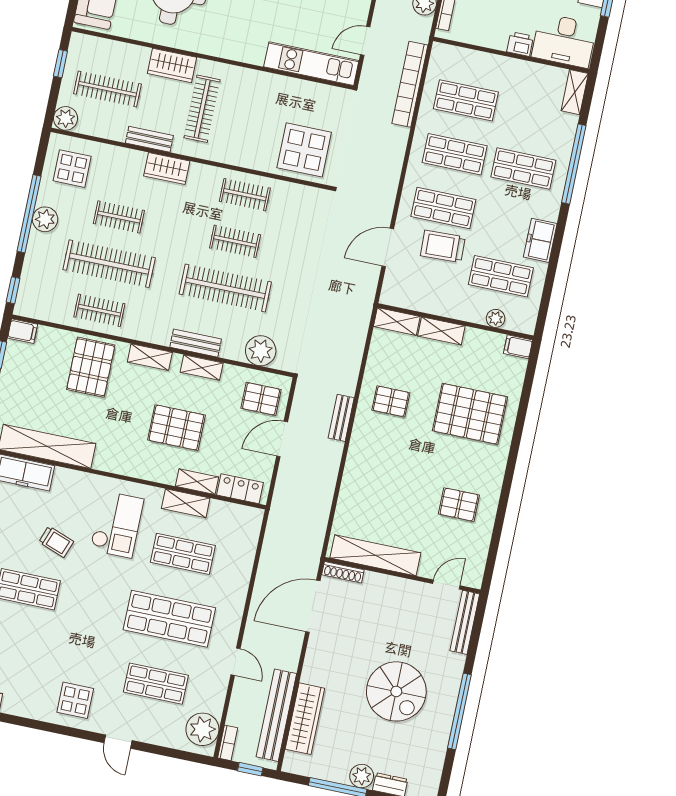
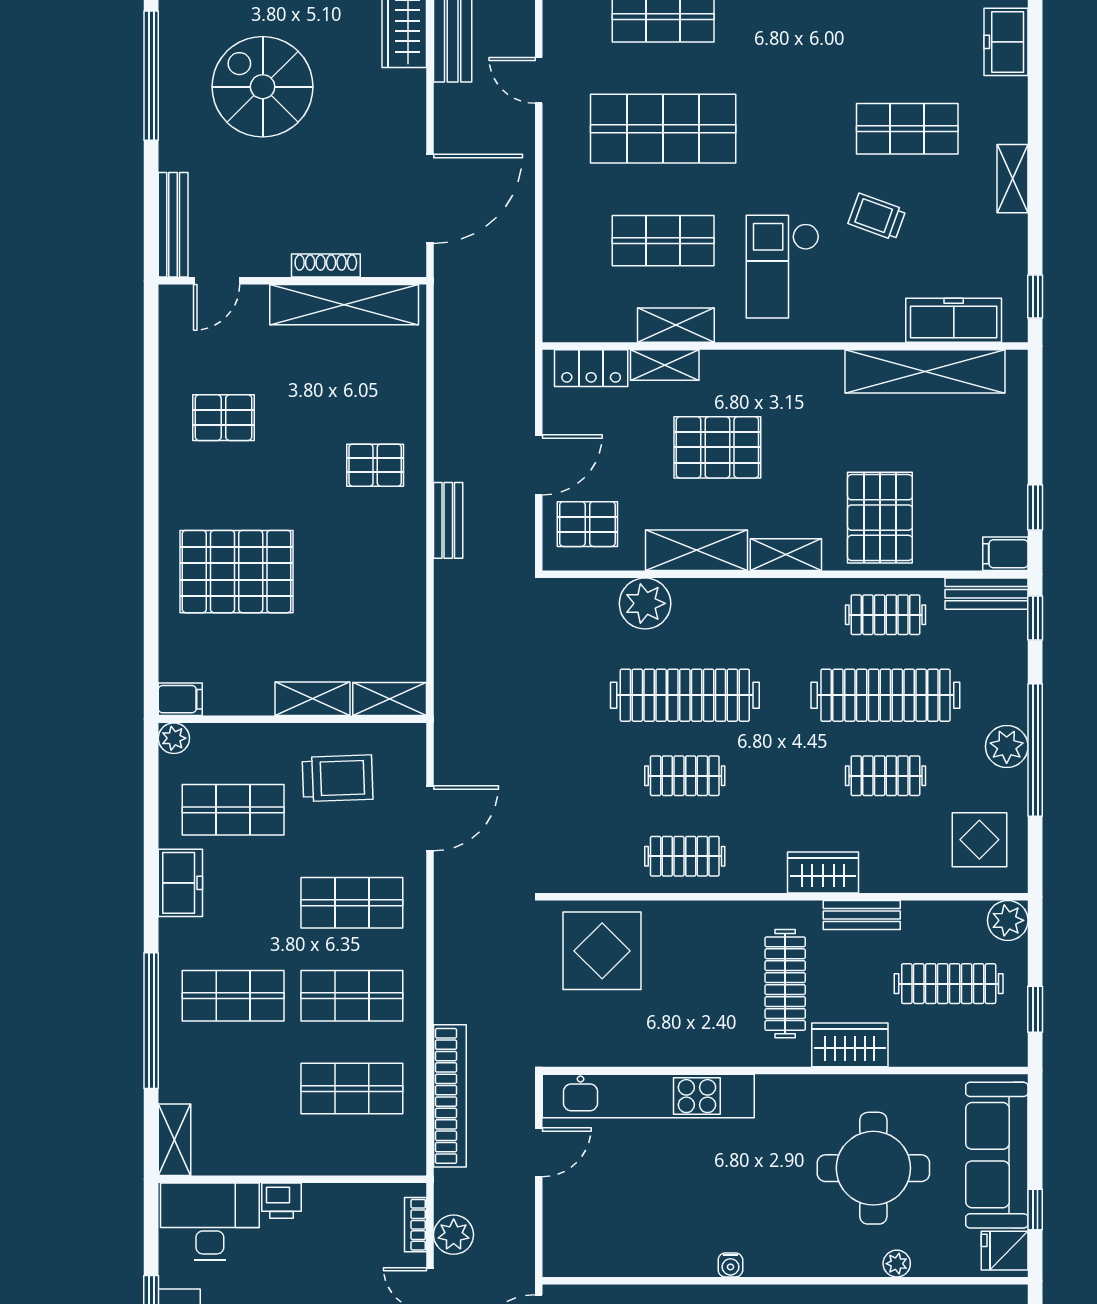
kitchen unit: (311, 64) -> (648, 1096), width x1.36
trolley: (443, 246) -> (338, 778), moved
plant: (496, 318) -> (174, 738), moved
bench: (196, 343) -> (987, 594), moved
plant: (261, 351) -> (645, 603), moved
shelving: (202, 368) -> (697, 550), width x1.50, depth x1.33
pallet: (391, 401) -> (375, 465), moved
shoe rack: (343, 572) -> (326, 266), moved

